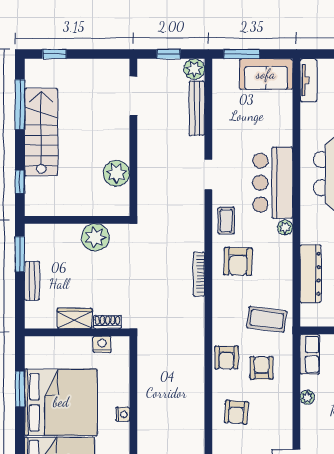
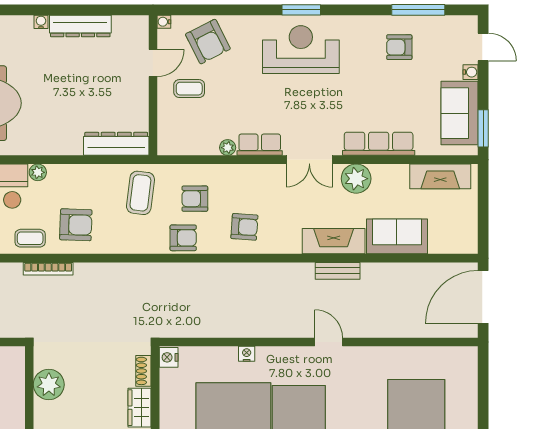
bookcase: (199, 274) -> (48, 269), moved
dresser: (311, 274) -> (116, 144), moved
nightstand: (102, 344) -> (169, 357), moved
row of seats: (310, 354) -> (260, 145), moved

